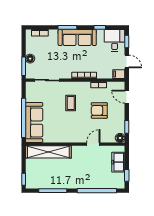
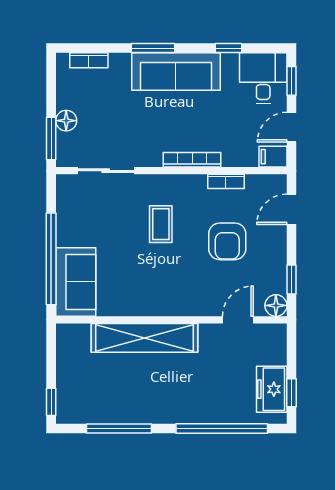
door: (127, 61) -> (291, 127), swing flipped
door: (127, 97) -> (291, 209), hinge flipped
armchair: (99, 110) -> (227, 241), turned -90
sofa: (34, 123) -> (76, 282), width x0.73
door: (93, 144) -> (238, 320), moved
shelving: (48, 152) -> (145, 338), moved
freezer: (118, 162) -> (272, 389), moved

